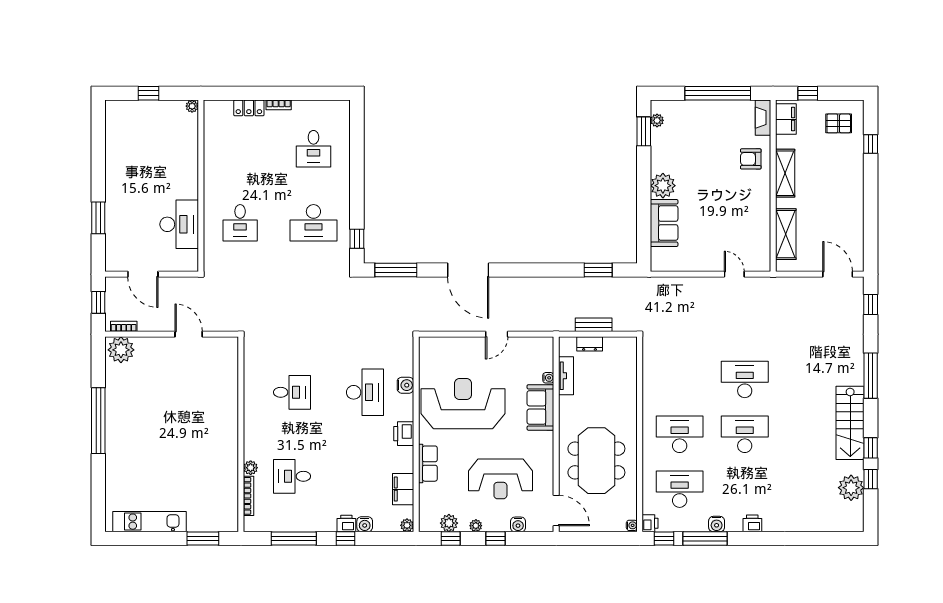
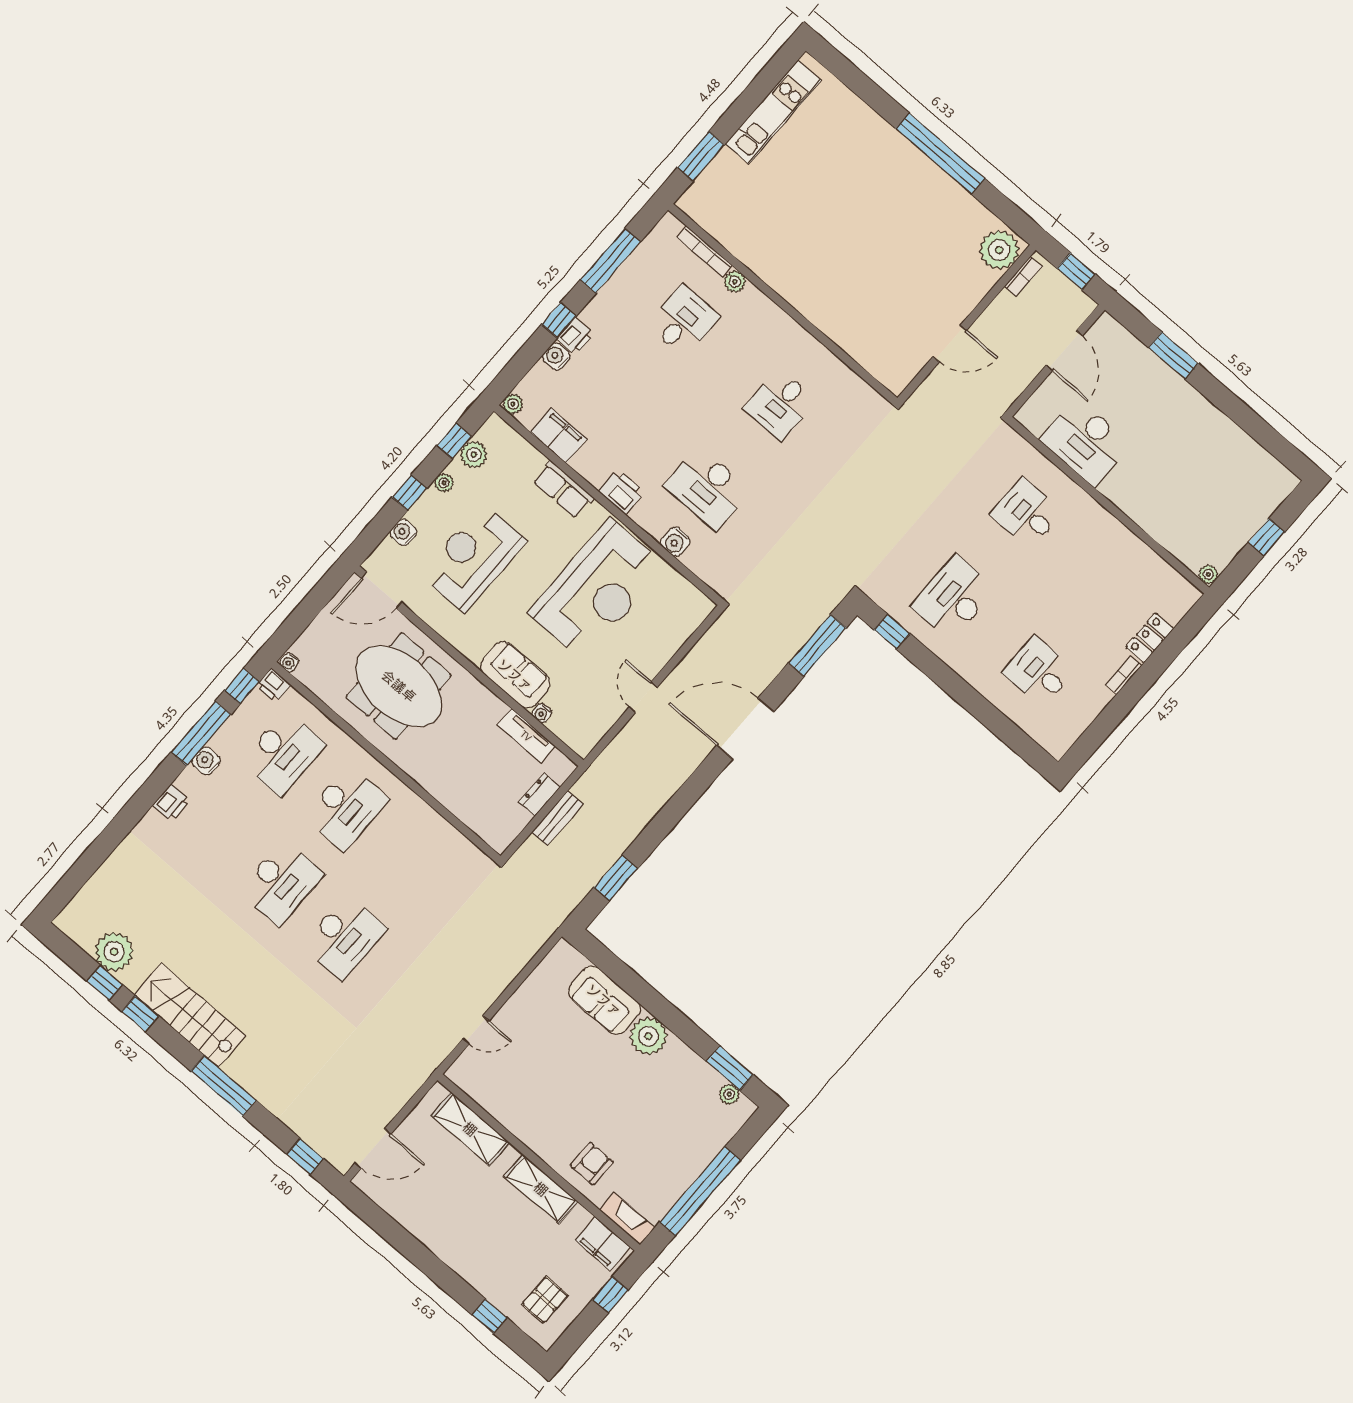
door: (143, 274) -> (1064, 351), swing flipped

